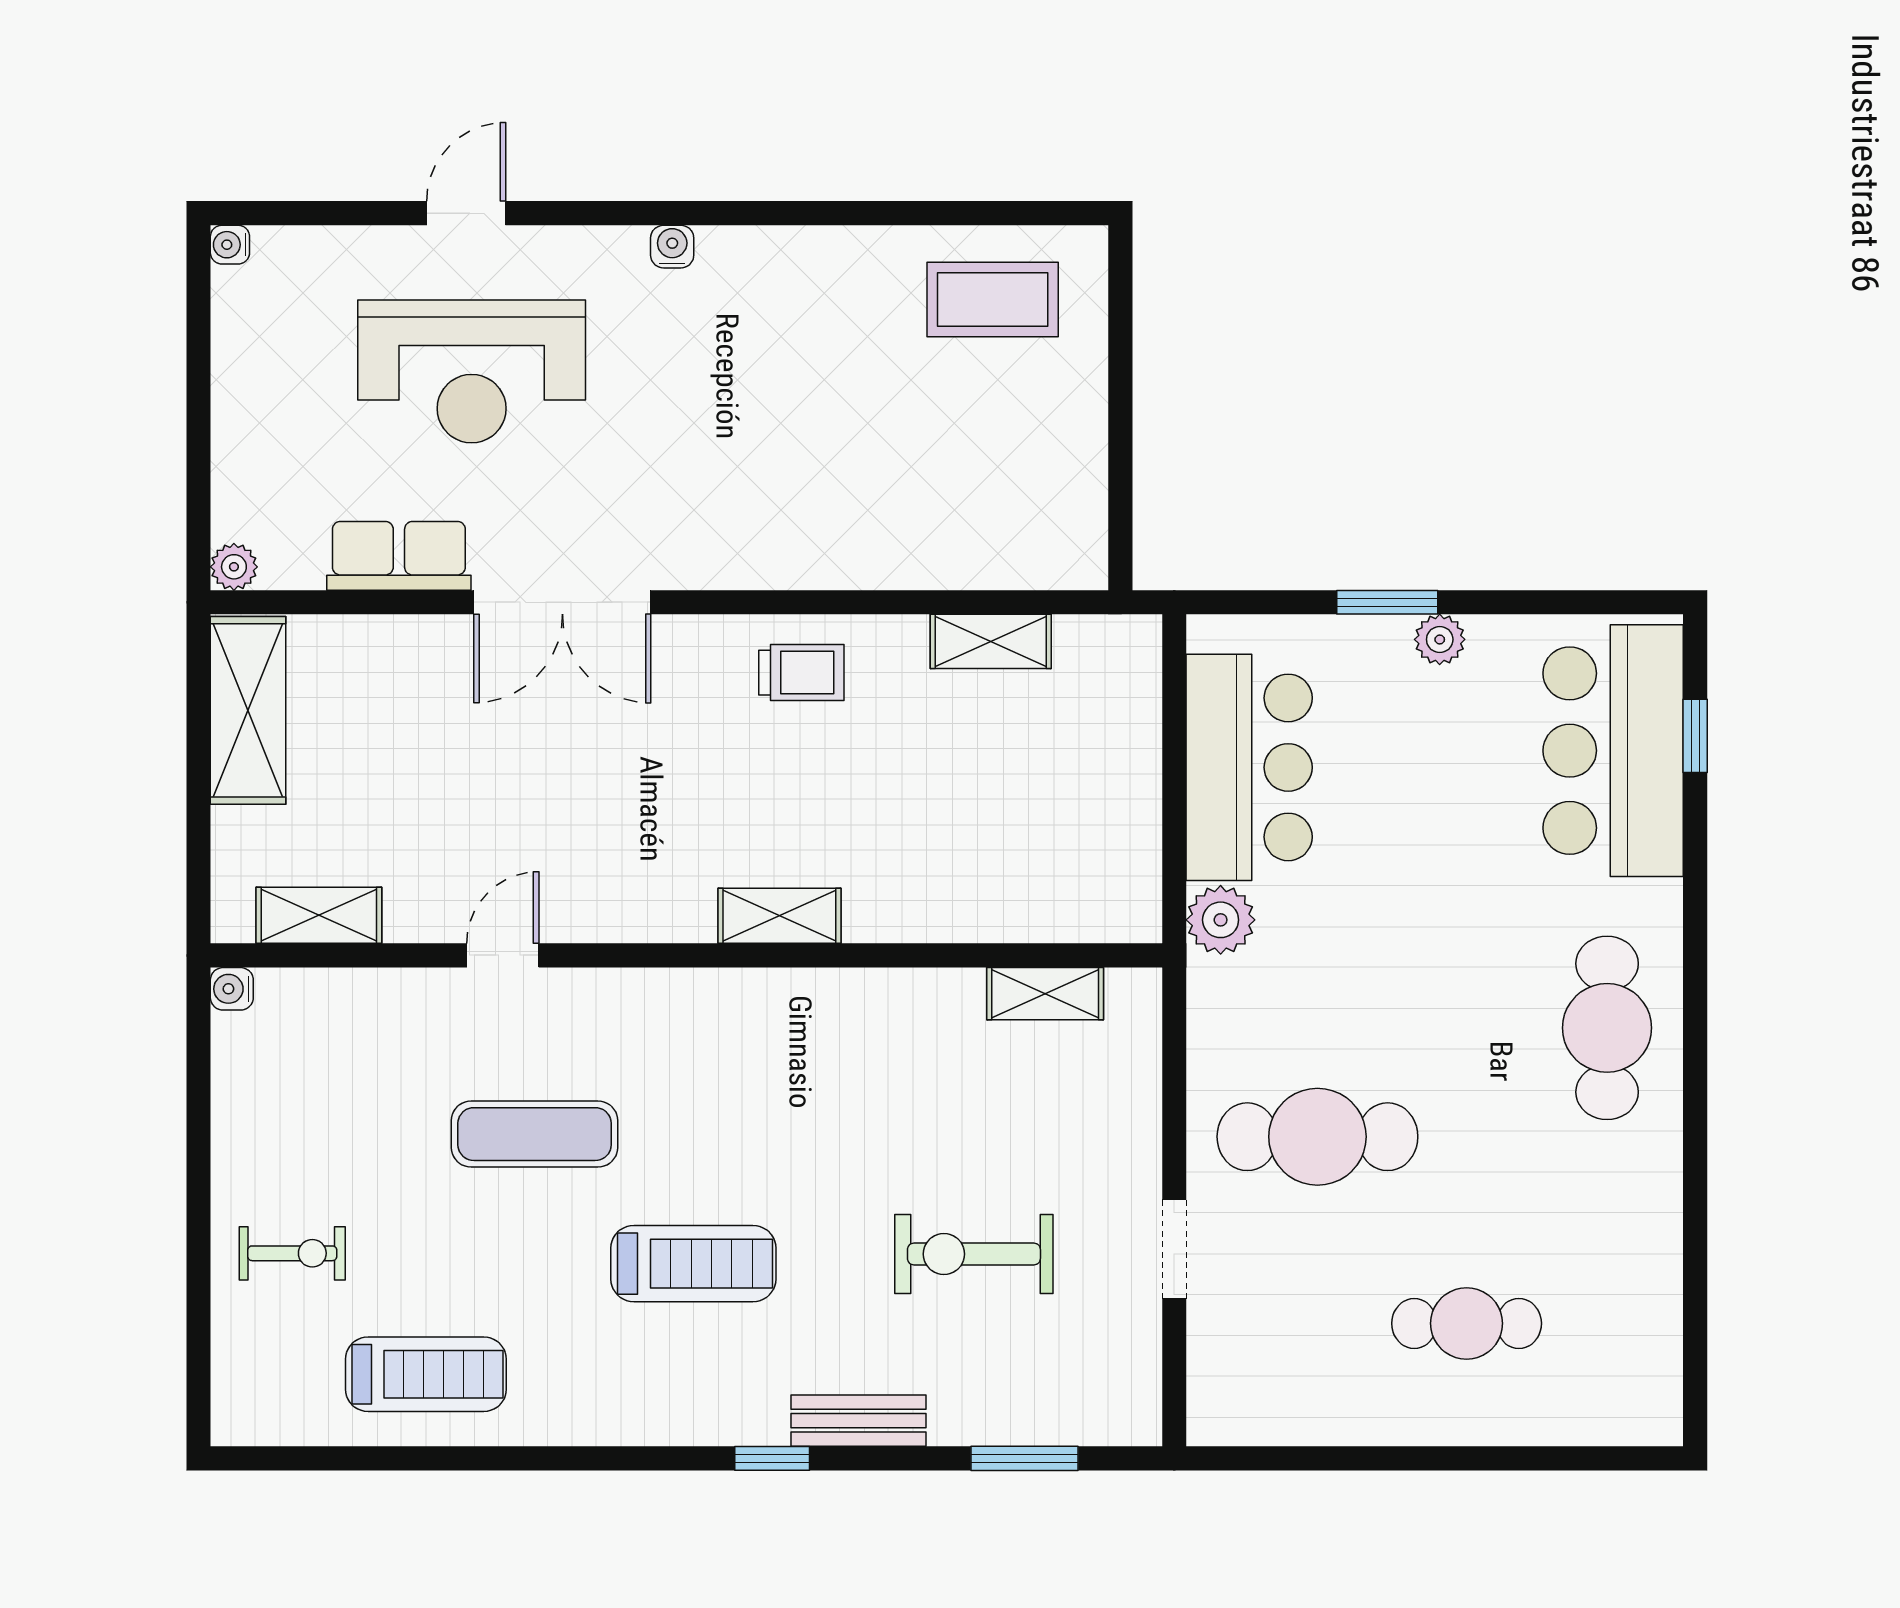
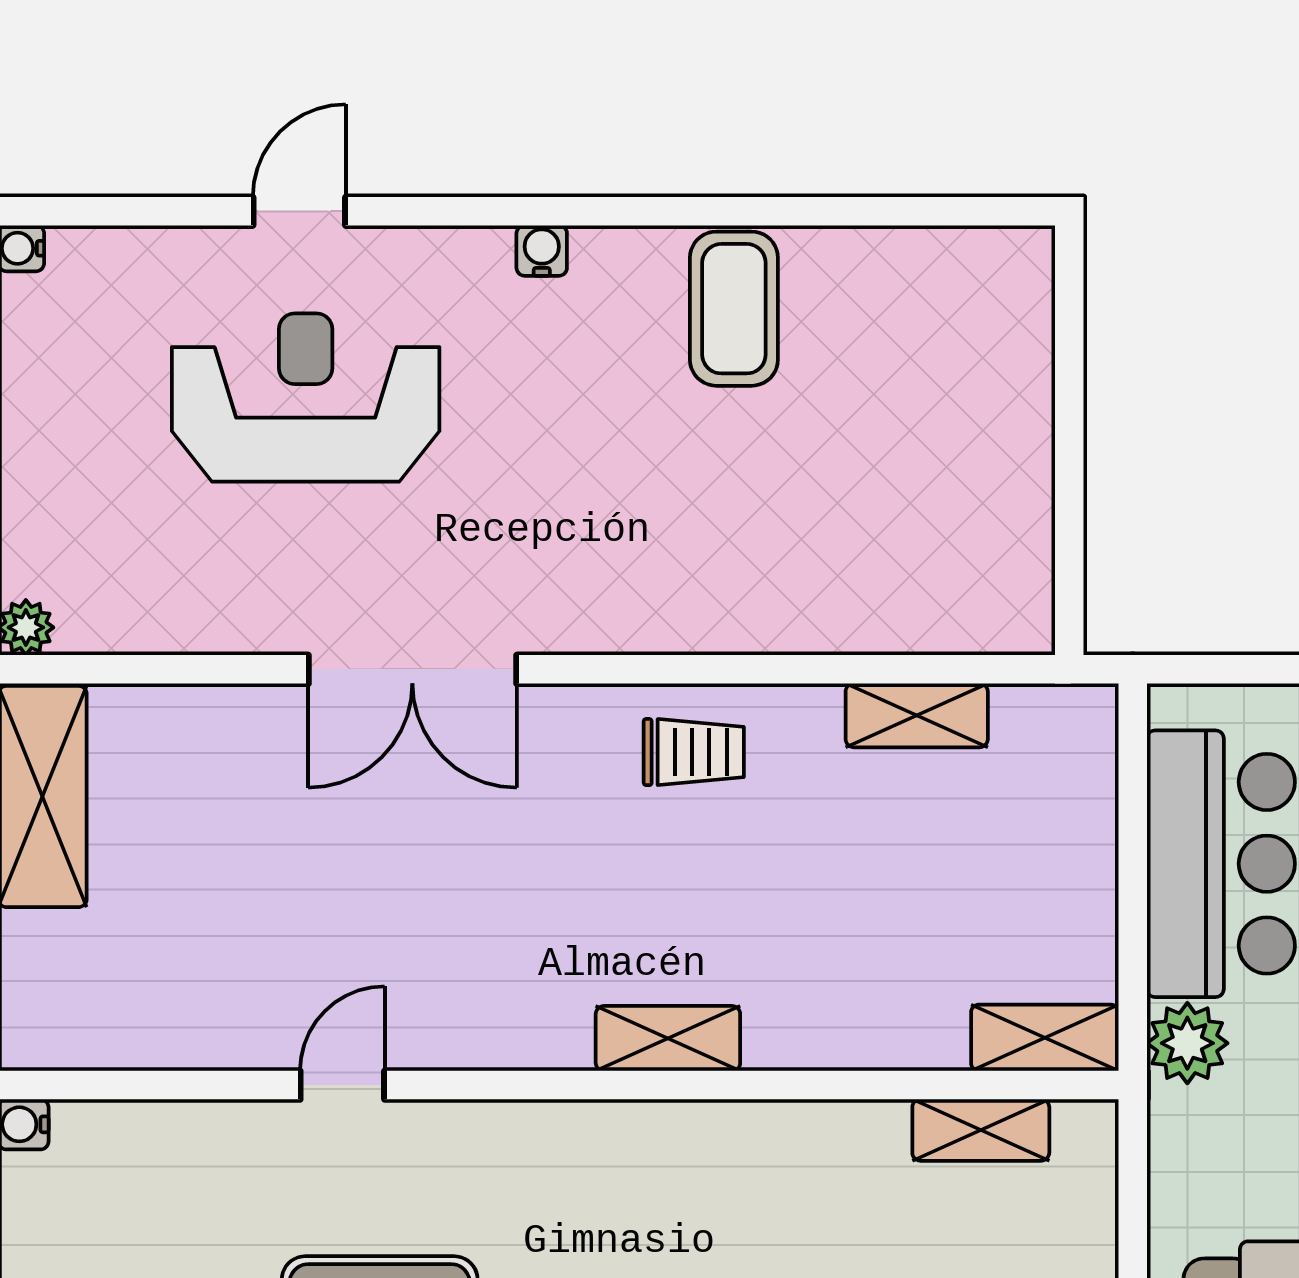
coffee table: (993, 300) -> (734, 309), moved, turned 90
reception desk: (472, 371) -> (306, 398), turned 180
row of seats: (399, 556) -> (220, 615), removed
shelving: (319, 915) -> (1045, 1038), moved

